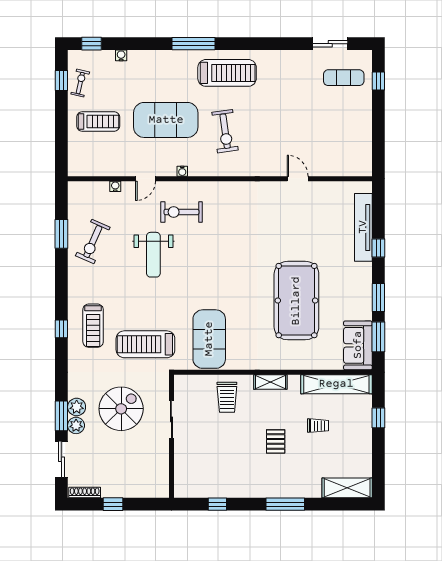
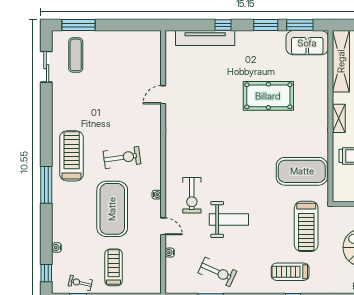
window: (378, 81) -> (79, 25), width x2.17
pool table: (296, 301) -> (268, 96), width x0.73, depth x0.76
treadmill: (93, 326) -> (290, 272), turned 180

